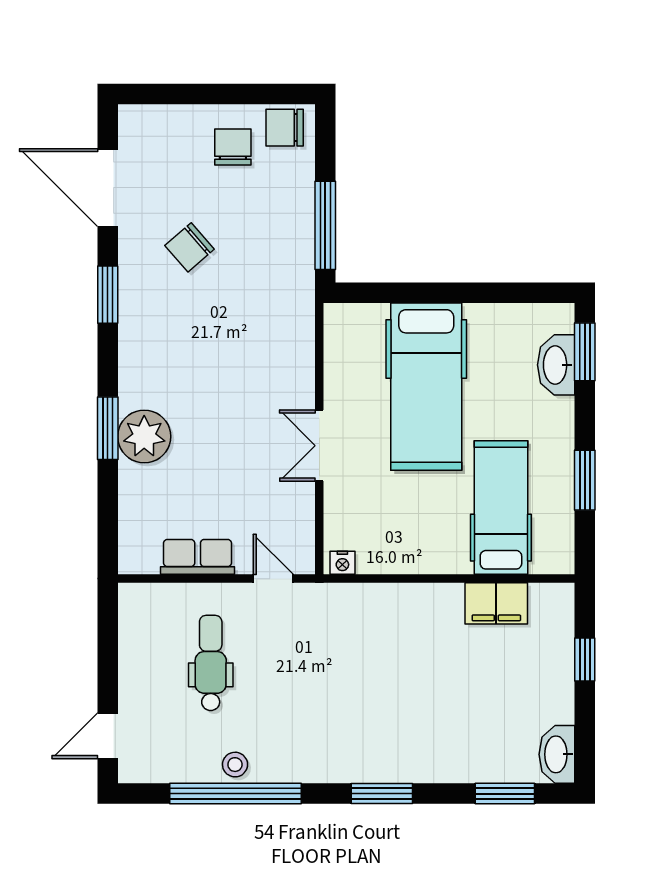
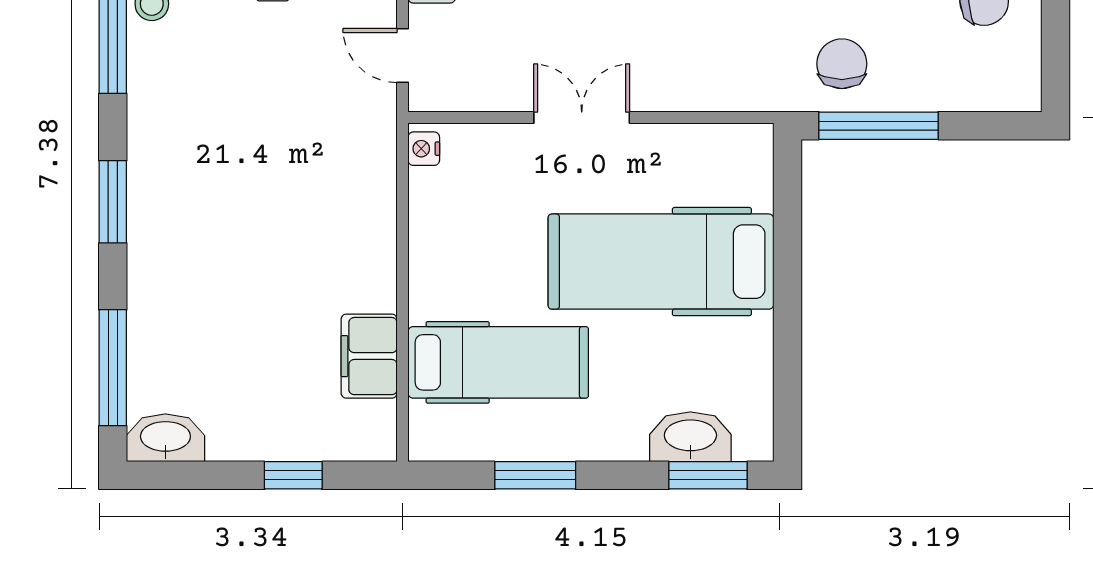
chair: (285, 128) -> (842, 64), moved
door: (273, 579) -> (403, 56), swing flipped
window: (505, 794) -> (113, 368), width x1.44

